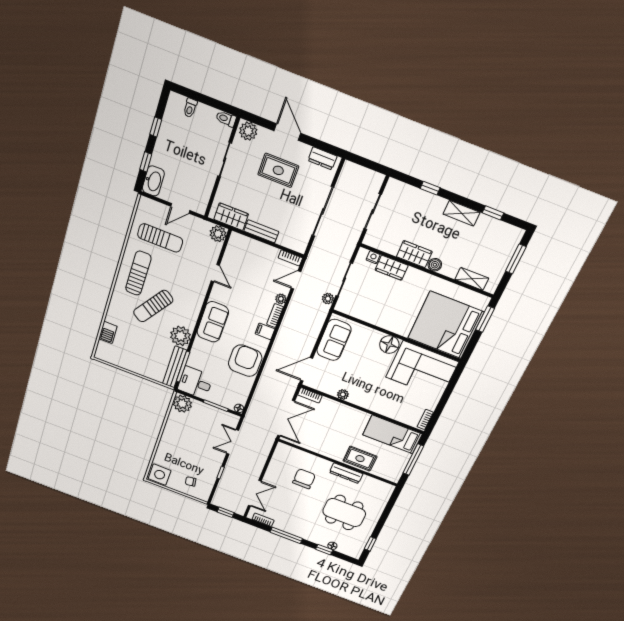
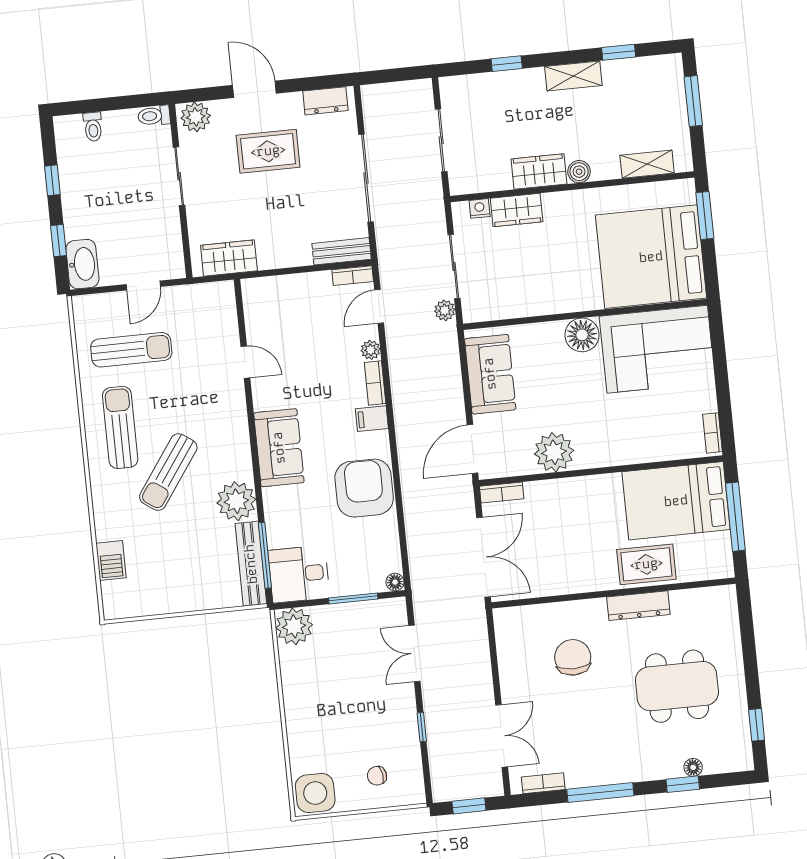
bench: (261, 231) -> (342, 251), moved
plant: (218, 234) -> (221, 296), removed
plant: (343, 394) -> (554, 452), width x1.87, depth x1.87
bed: (392, 434) -> (676, 501), width x1.50

